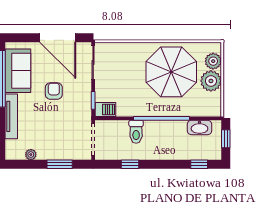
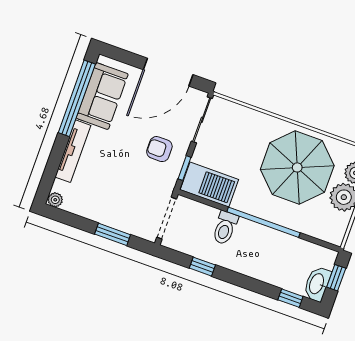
door: (58, 38) -> (168, 72), hinge flipped
armchair: (54, 91) -> (159, 149), moved, turned -90
barbecue: (106, 109) -> (209, 185), width x1.88, depth x1.53
washbasin: (199, 128) -> (317, 284), moved, turned 90
plant: (31, 155) -> (55, 200), moved

